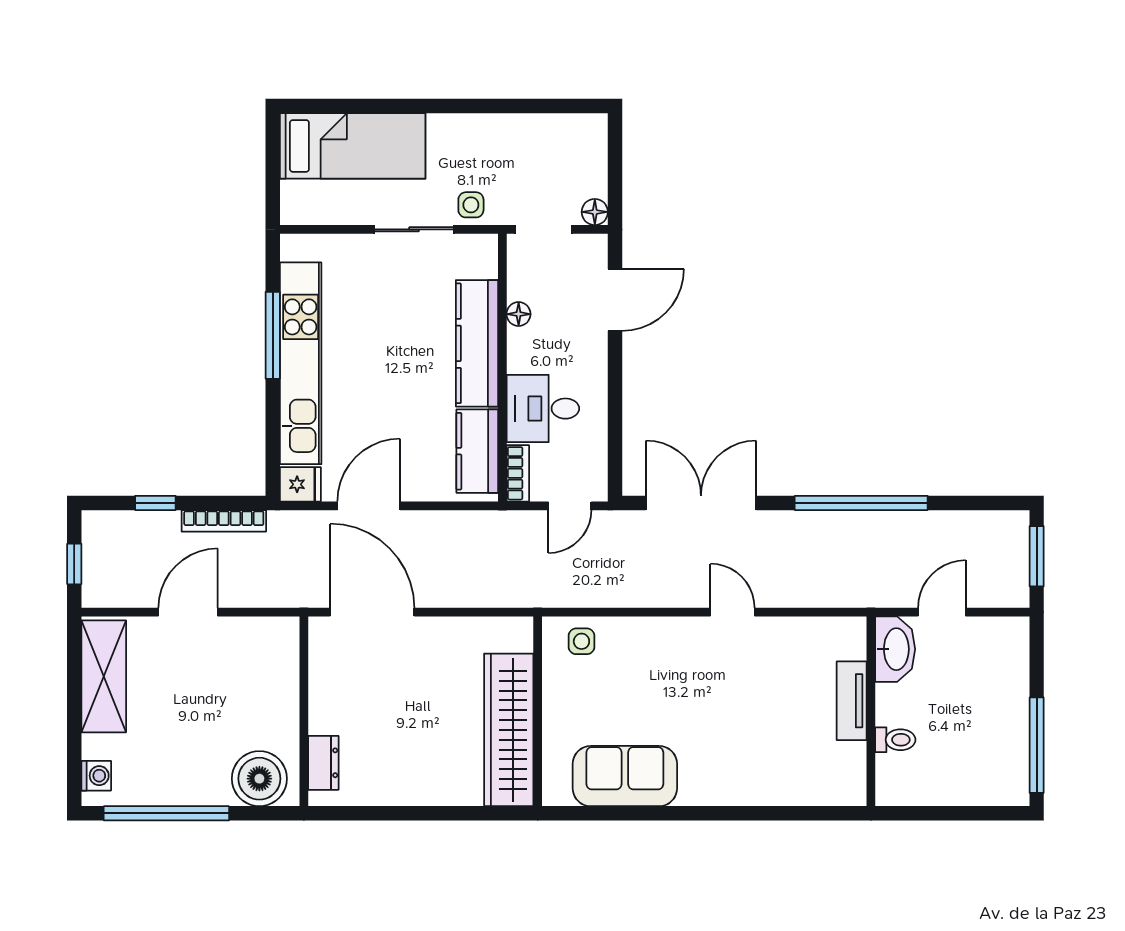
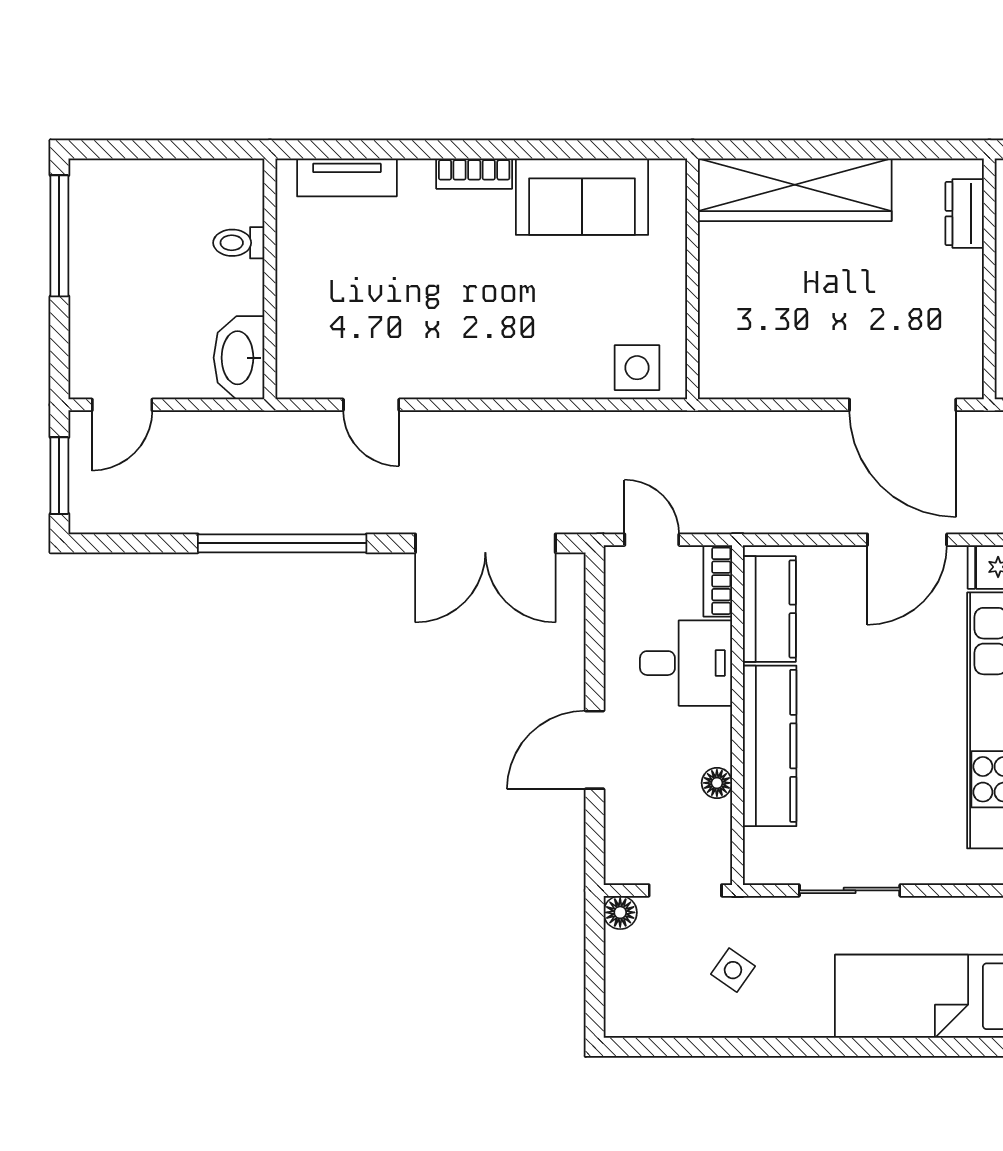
side table: (471, 205) -> (733, 970), moved, turned 35
door: (615, 300) -> (595, 750), moved
door: (570, 506) -> (652, 540), hinge flipped
door: (732, 612) -> (371, 405), moved
door: (942, 612) -> (122, 405), moved
side table: (581, 641) -> (637, 368), width x1.37, depth x1.37
tv unit: (852, 701) -> (347, 177), moved, turned 90
wardrobe: (509, 730) -> (795, 190), moved, turned 90
bookcase: (710, 794) -> (474, 174), added

